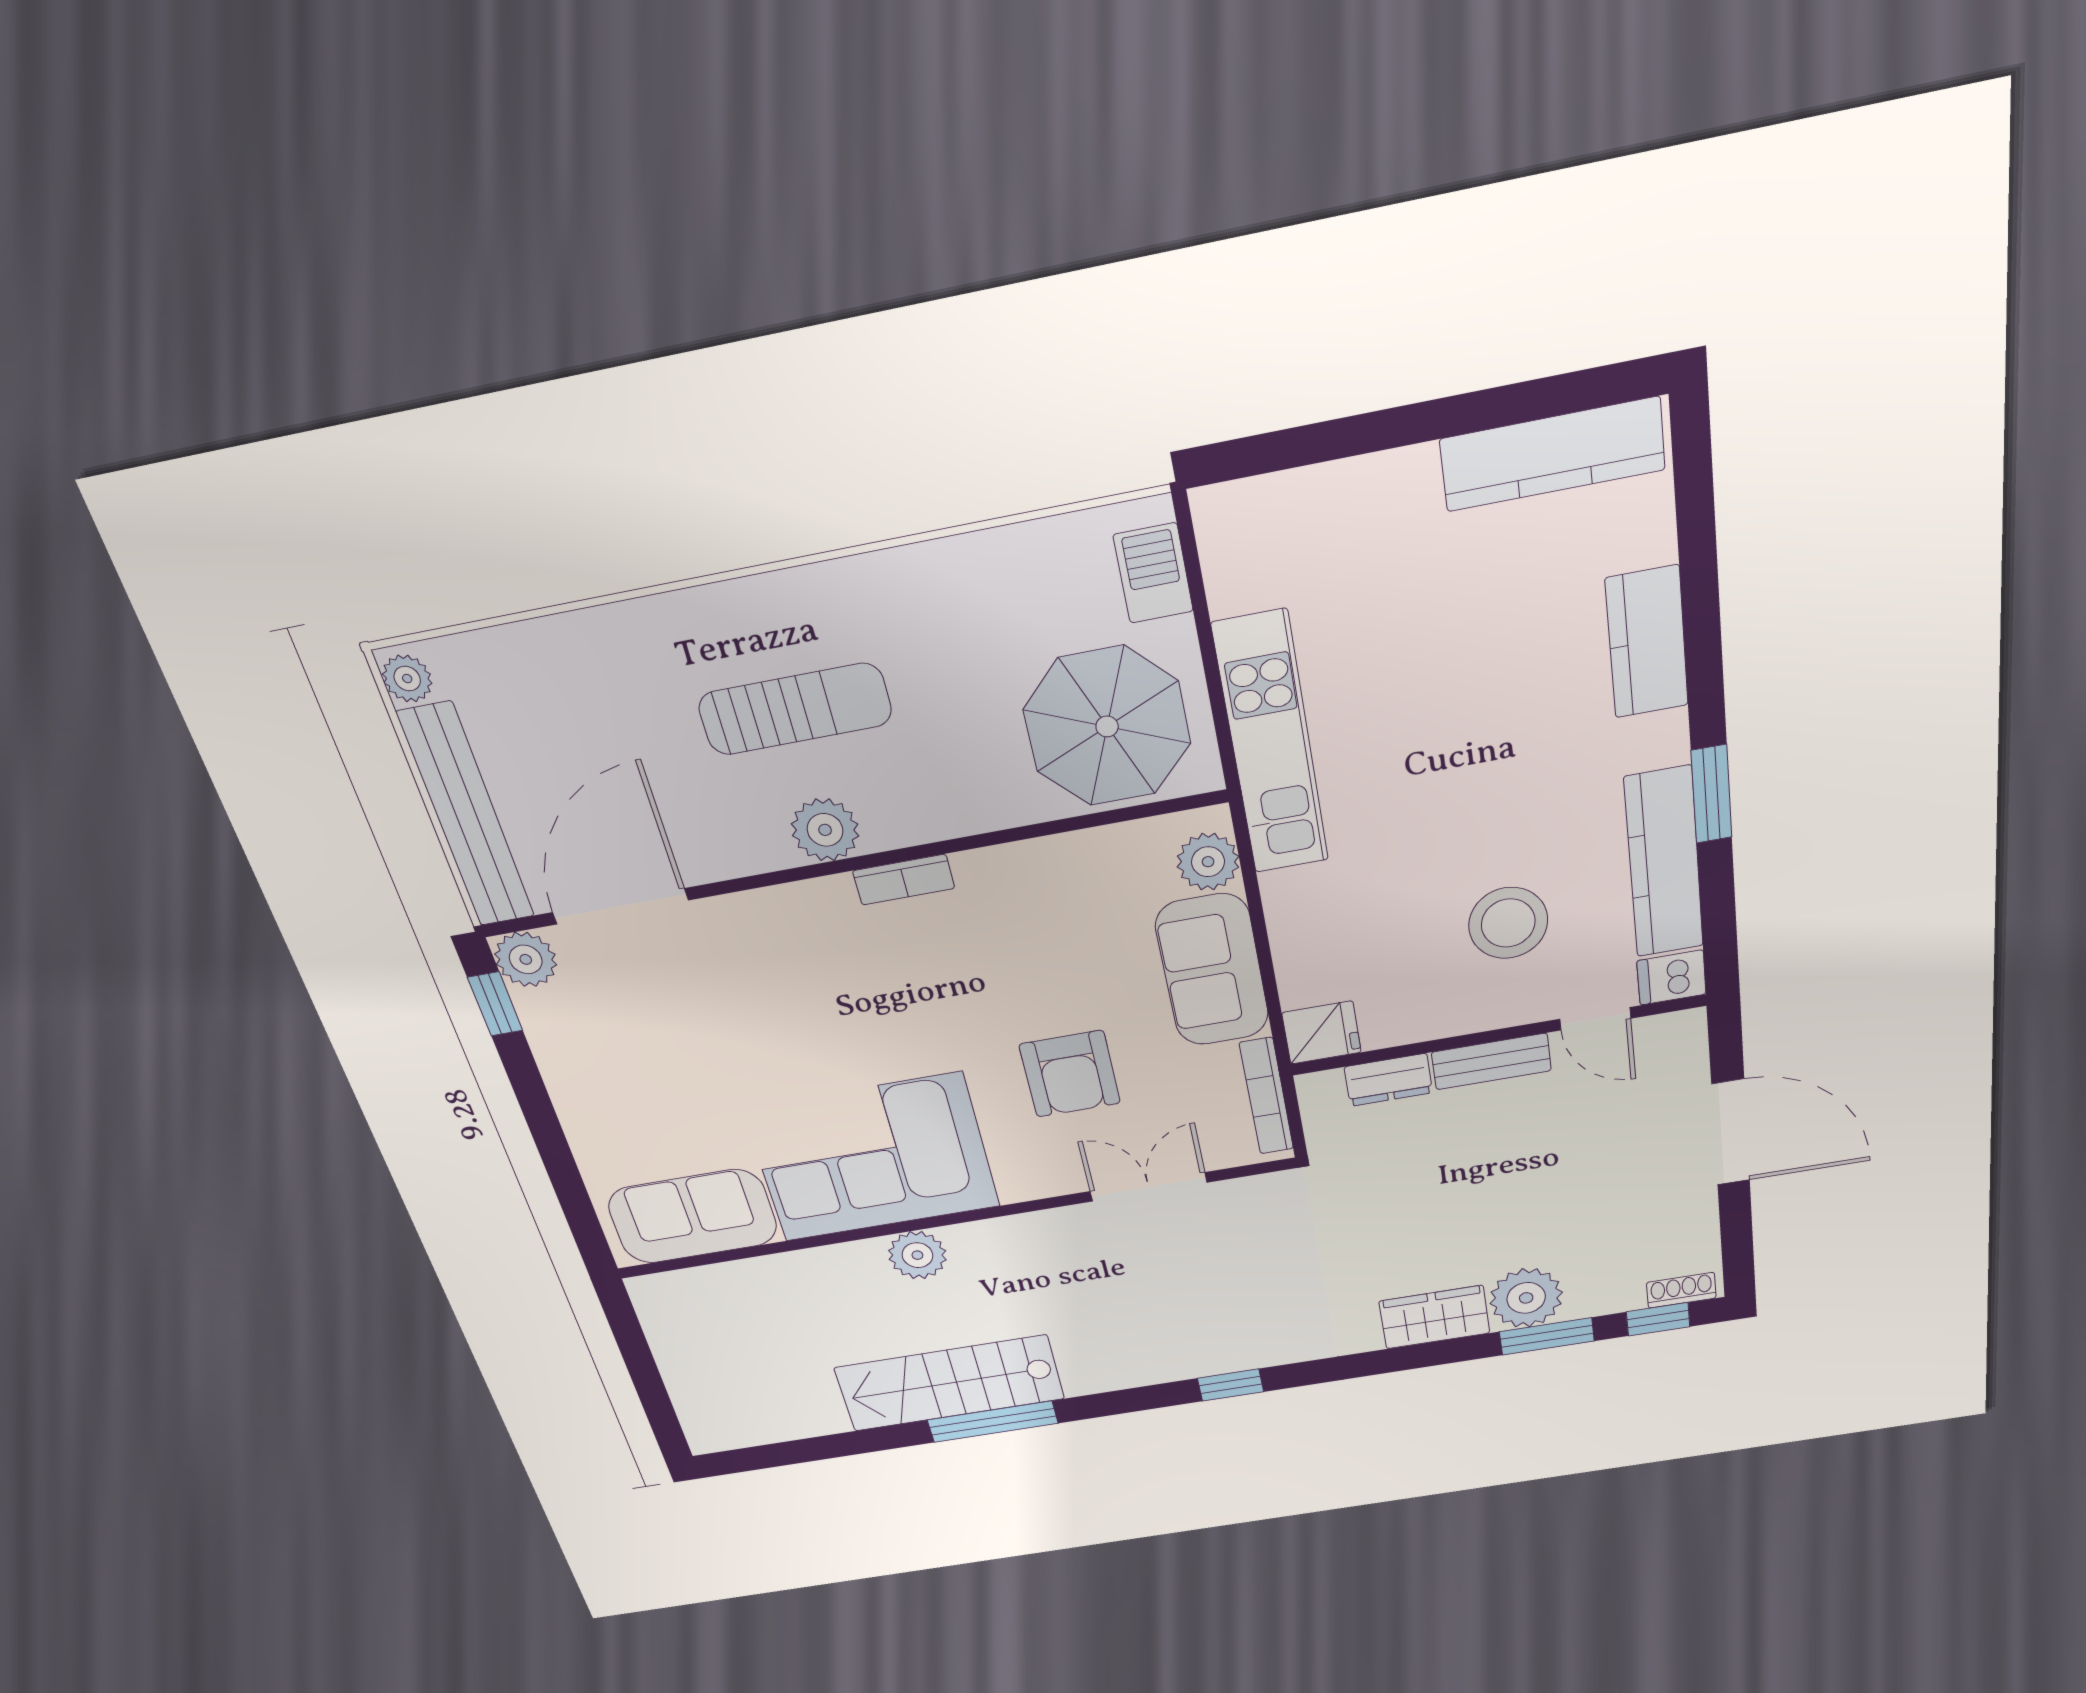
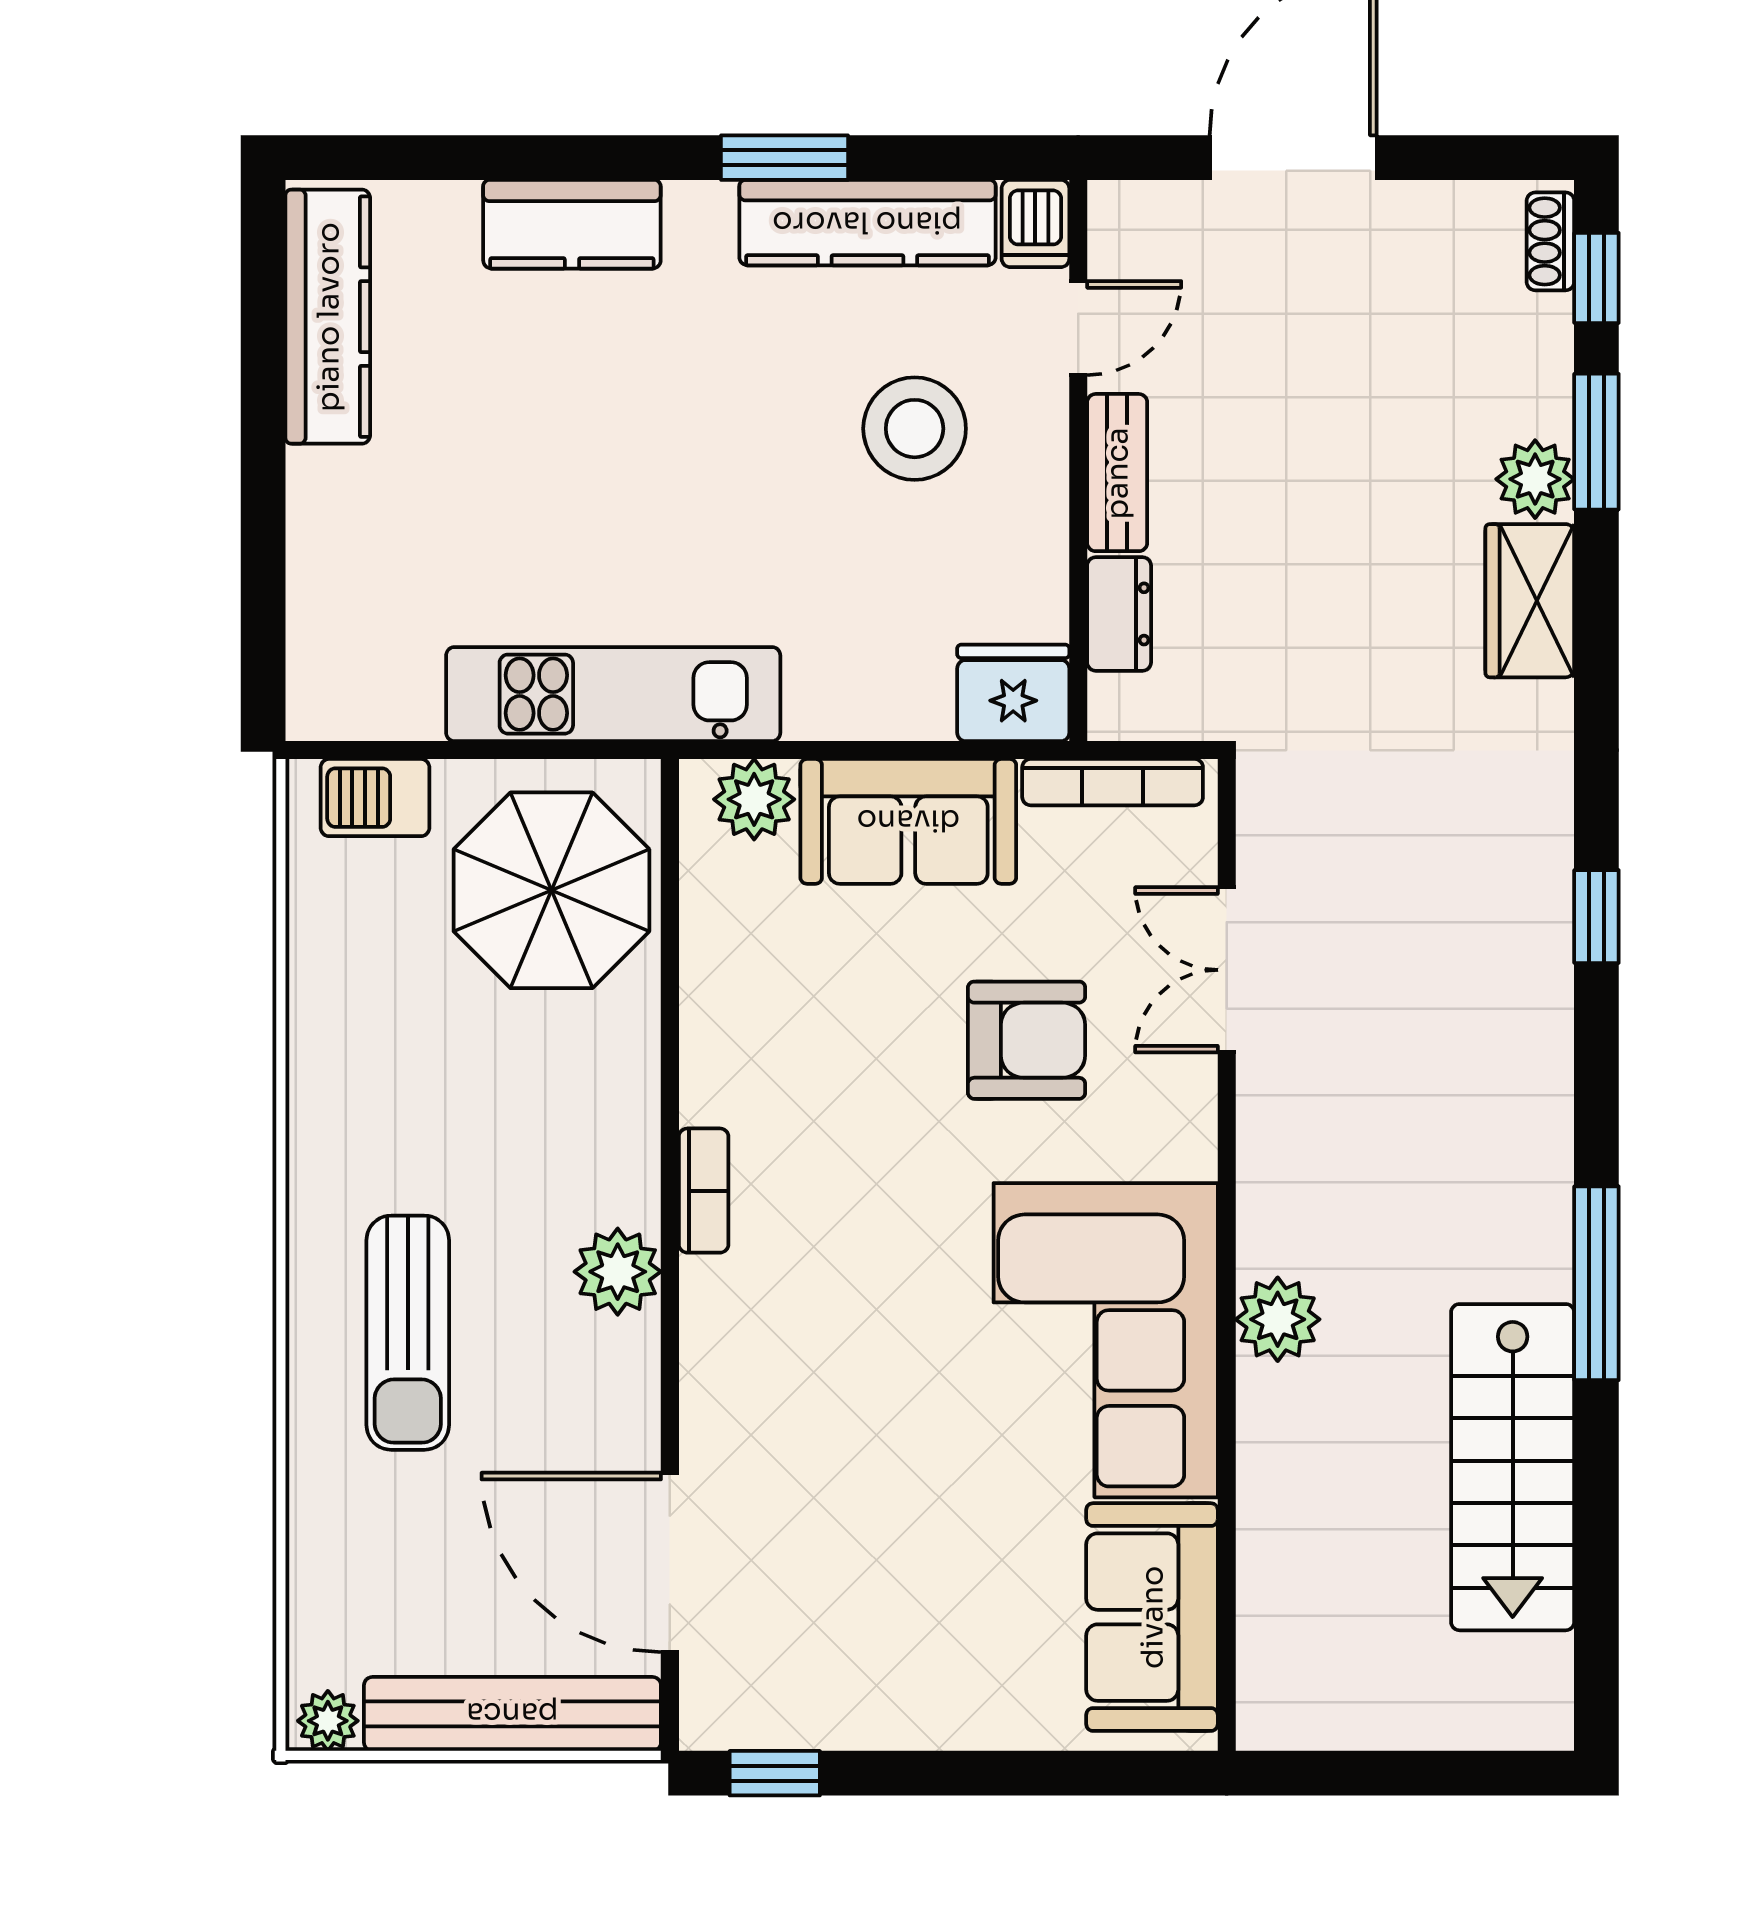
sun lounger: (795, 709) -> (408, 1333), moved, turned 180
plant: (526, 959) -> (720, 1710), removed
fridge: (1322, 1033) -> (1013, 693), width x1.38
plant: (1526, 1298) -> (1535, 479), width x0.73, depth x0.73
stairs: (950, 1383) -> (1513, 1467), moved

